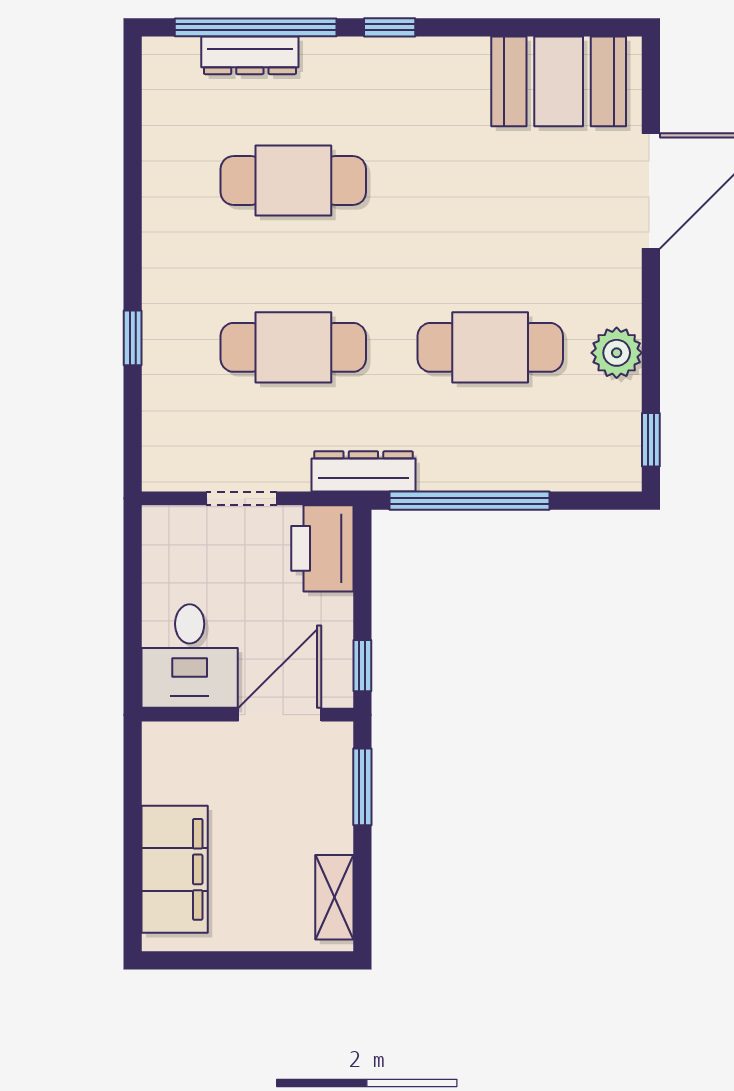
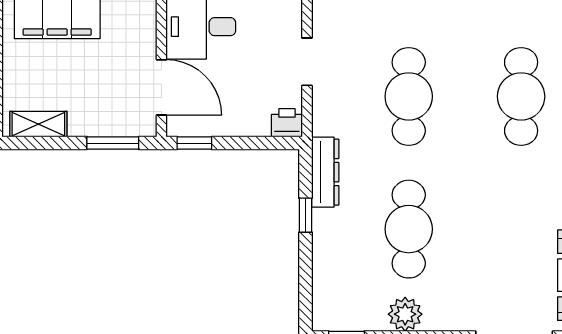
dresser: (363, 471) -> (325, 172), moved
window: (469, 501) -> (306, 215), width x0.32
printer: (322, 548) -> (287, 123), width x0.53, depth x0.68

